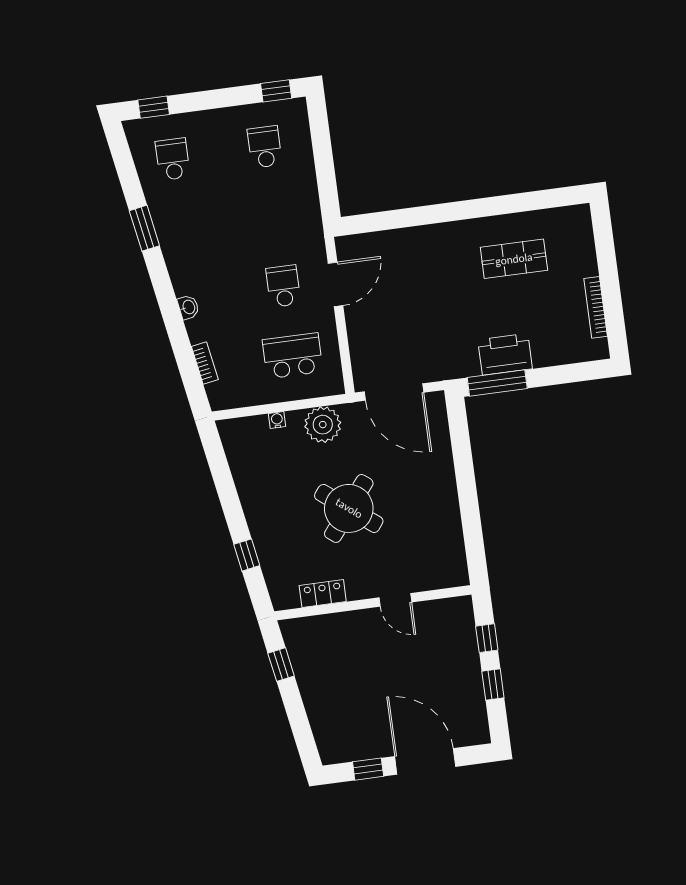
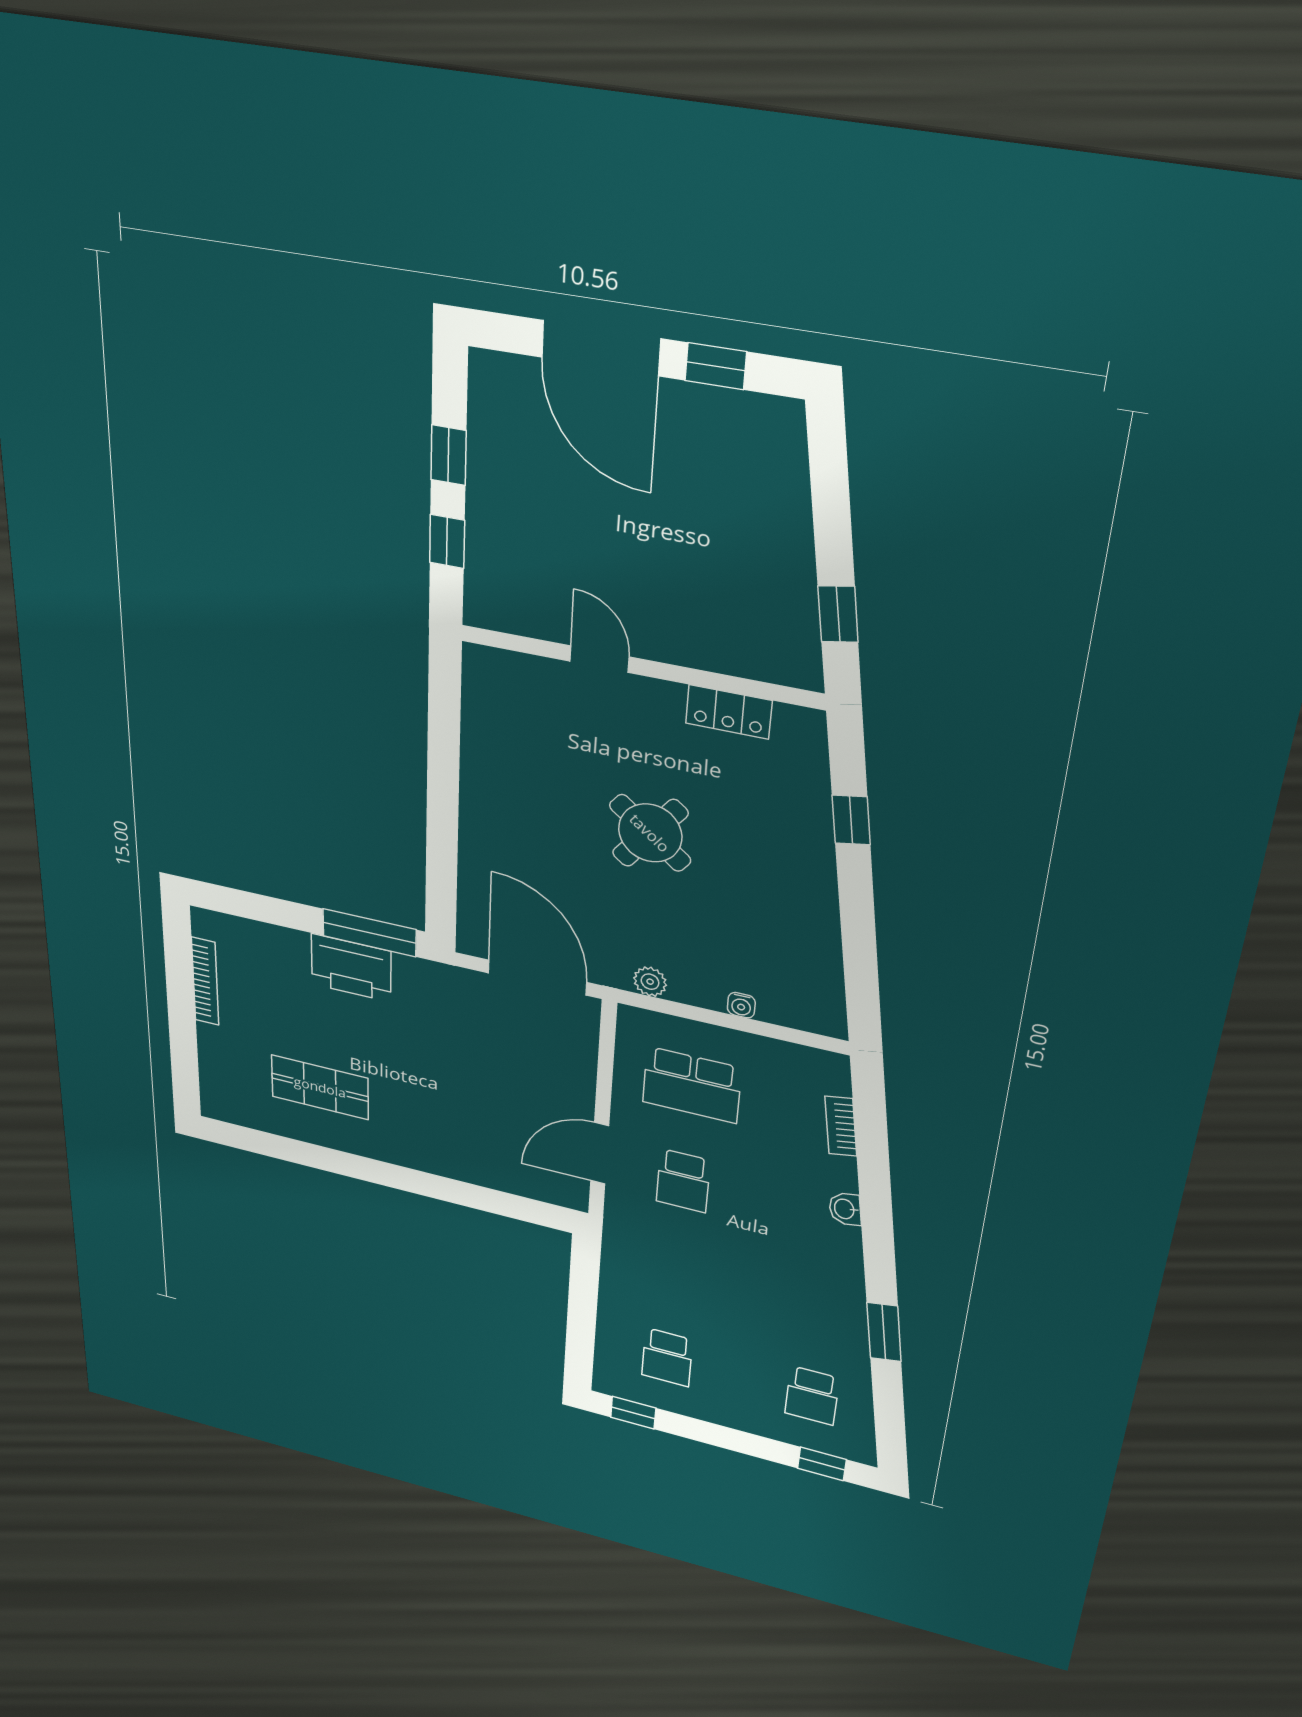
plant: (323, 425) -> (650, 982), width x0.53, depth x0.53
round table: (349, 508) -> (650, 833), width x0.73, depth x0.73

